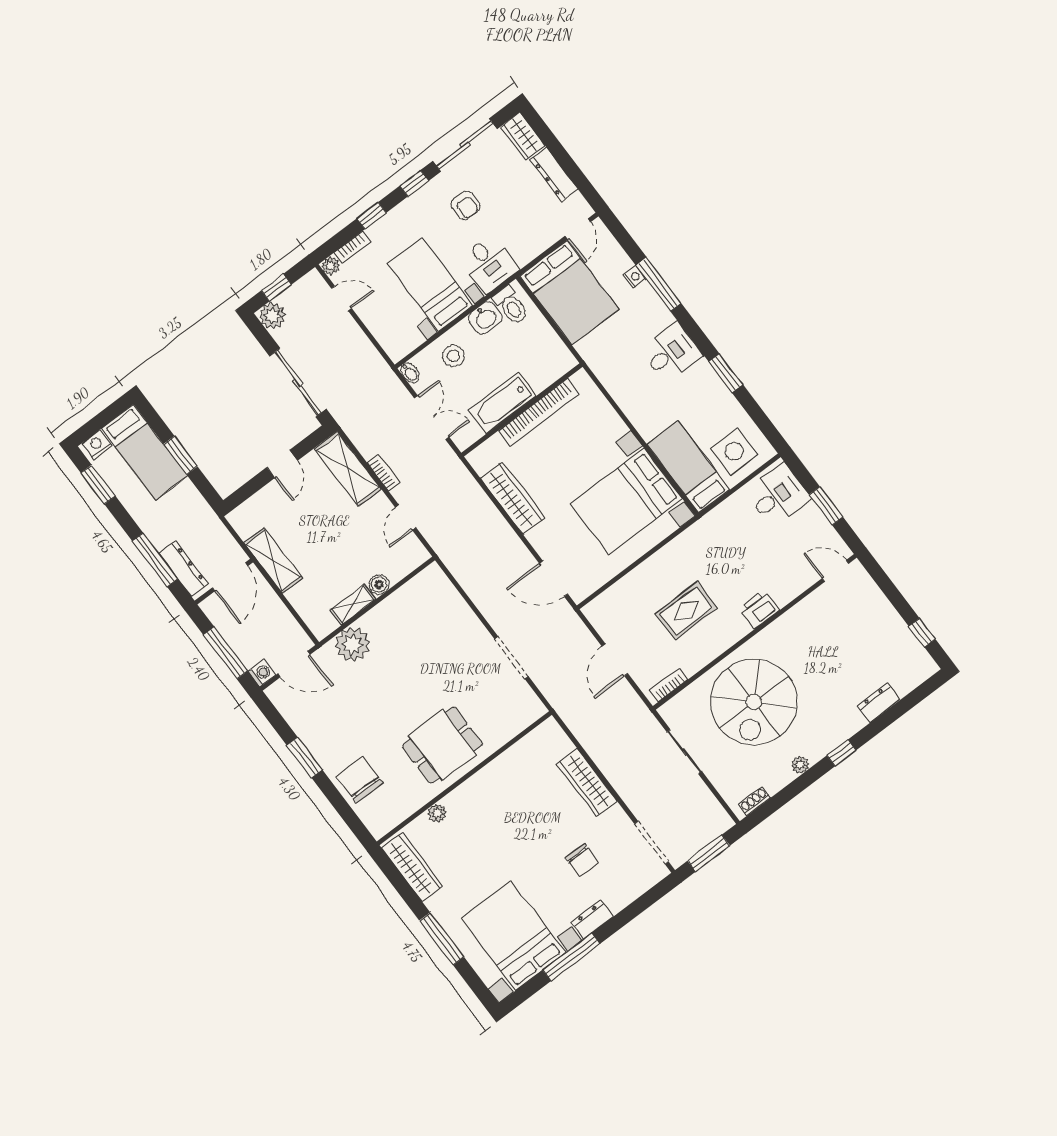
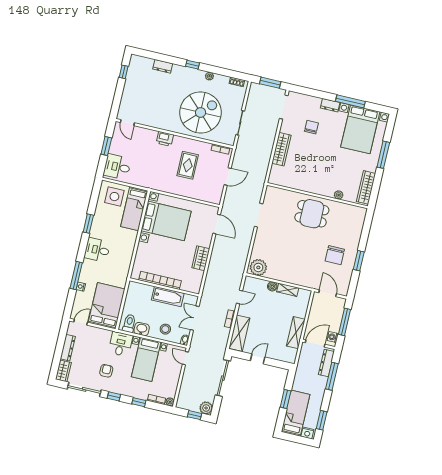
door: (342, 298) -> (185, 358), moved
wardrobe: (513, 498) -> (201, 258), width x0.67
rug: (686, 611) -> (188, 165), turned 90
plant: (352, 644) -> (258, 267), moved
washing machine: (262, 673) -> (333, 337), moved
chair: (359, 780) -> (335, 255), moved

